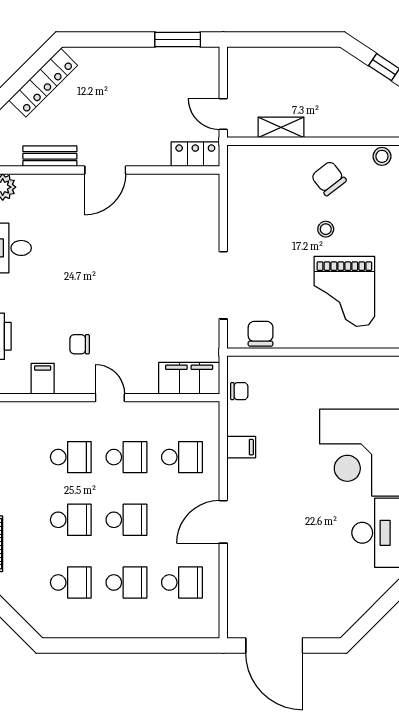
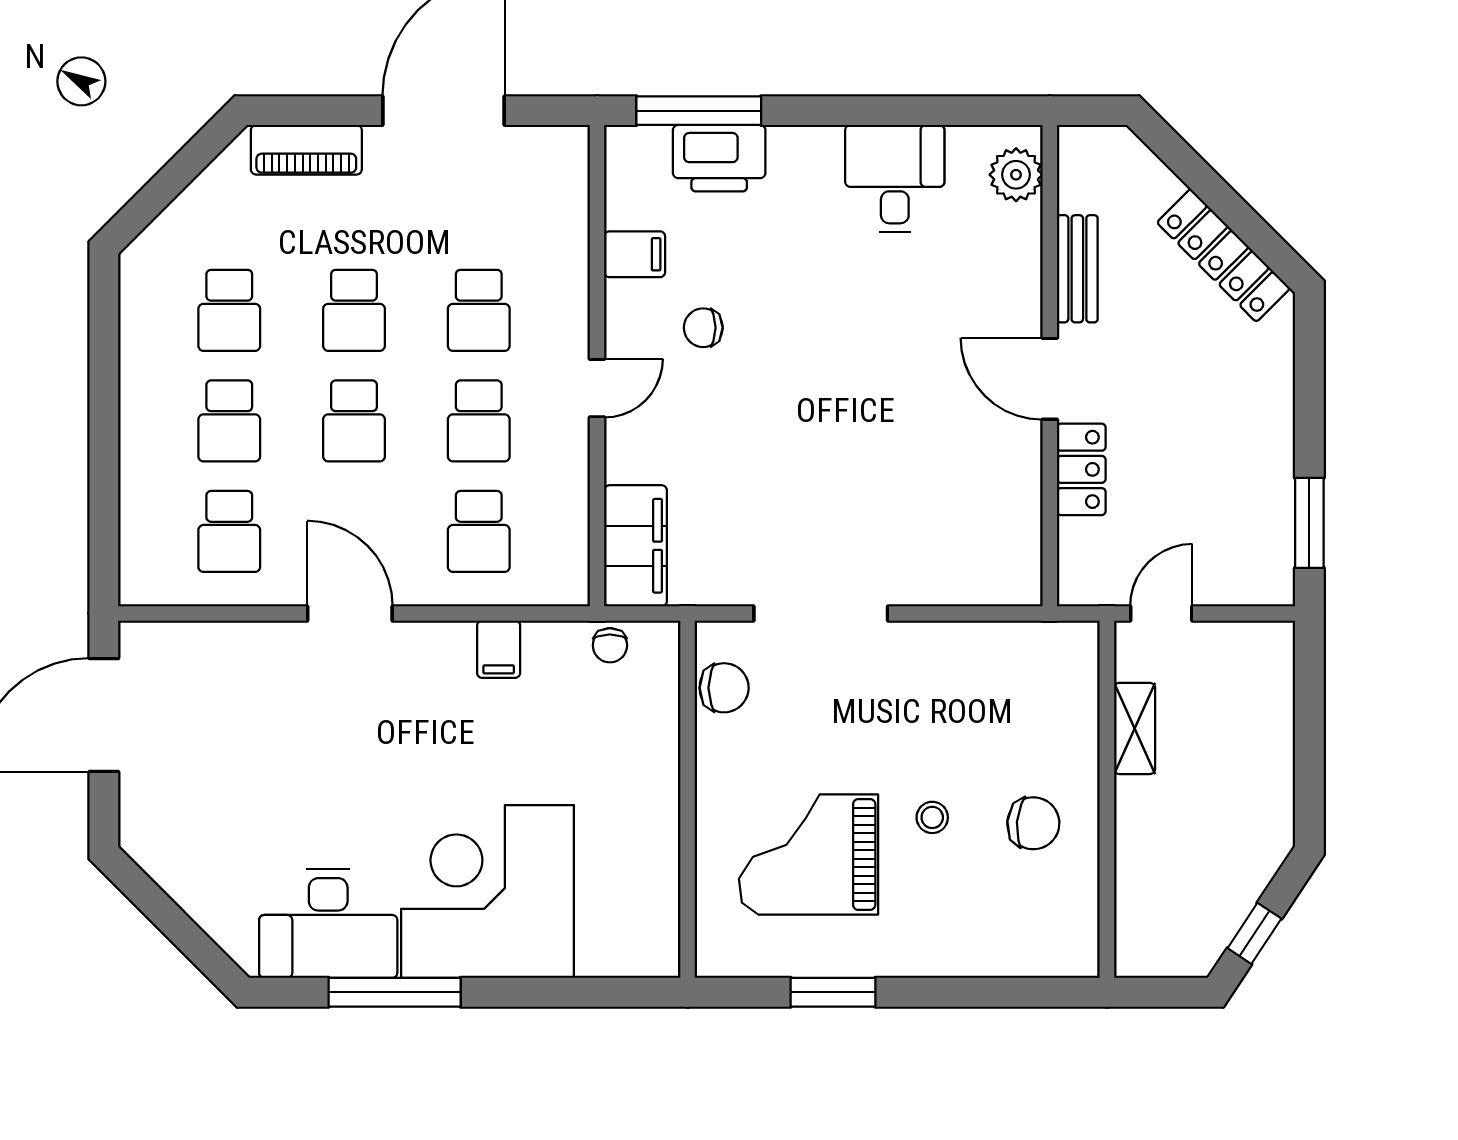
locker: (195, 154) -> (1081, 469), moved
stool: (382, 156) -> (1077, 929), removed
chair: (329, 178) -> (1033, 823), turned 43
chair: (80, 344) -> (703, 328), turned -90

